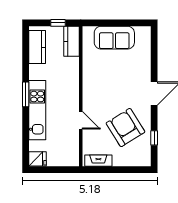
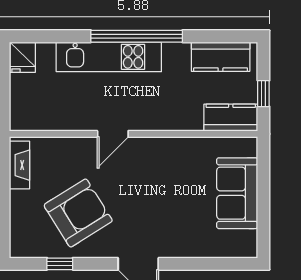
window: (26, 94) -> (137, 36), width x2.11
door: (81, 120) -> (113, 134), moved

